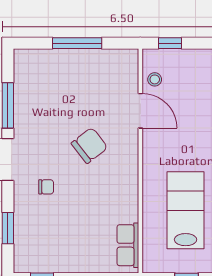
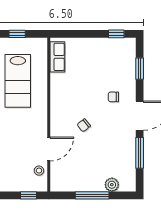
plant: (48, 59) -> (112, 185), added
door: (140, 111) -> (49, 149), swing flipped
chair: (89, 145) -> (84, 125), width x0.54, depth x0.54

